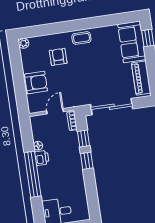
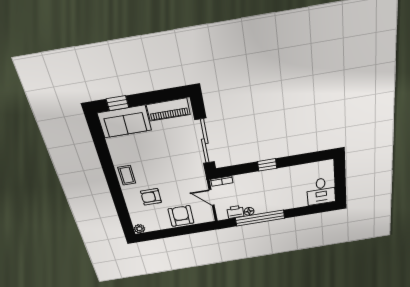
window: (83, 138) -> (242, 169), removed
printer: (42, 158) -> (235, 212), moved
window: (33, 174) -> (260, 218), moved

